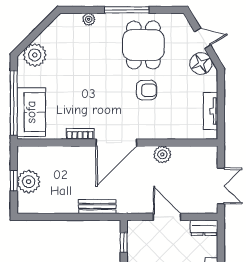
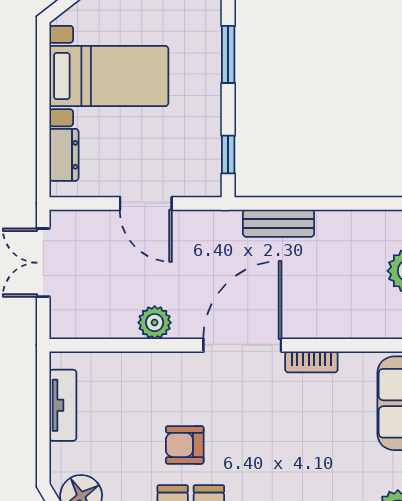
dresser: (204, 228) -> (64, 155), moved, turned 90

